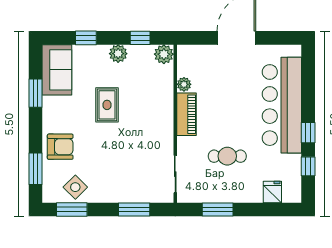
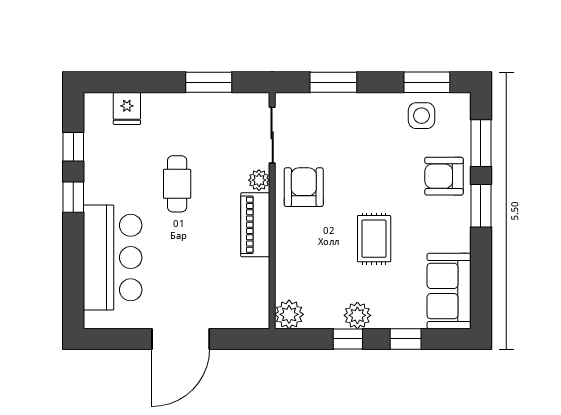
window: (140, 38) -> (348, 339), moved
plant: (184, 84) -> (259, 180), moved
window: (35, 93) -> (481, 206), moved
bar counter: (282, 105) -> (113, 258), width x0.73
armchair: (154, 139) -> (304, 187), added
cafe table: (227, 156) -> (177, 184), moved, turned 90
side table: (75, 187) -> (421, 116), turned 45

